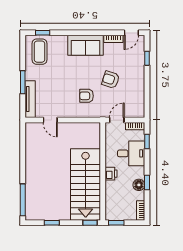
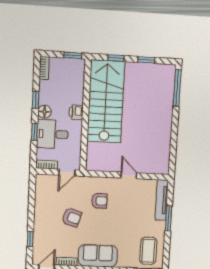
door: (50, 120) -> (129, 175), moved
window: (147, 141) -> (34, 132), moved
floor lamp: (139, 185) -> (44, 112), moved
window: (90, 223) -> (116, 58), moved

